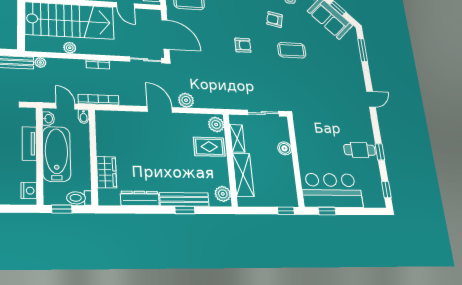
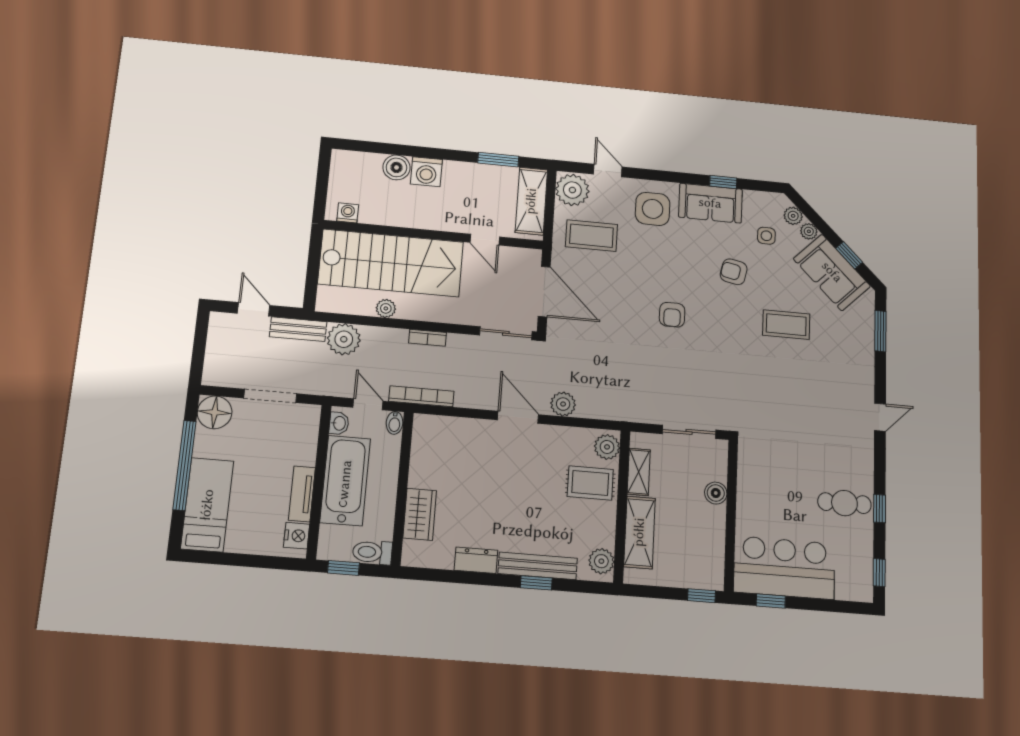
armchair: (243, 45) -> (672, 315), turned 90
coffee table: (292, 50) -> (786, 325), moved
plant: (40, 62) -> (344, 339), width x1.87, depth x1.87
tv unit: (29, 144) -> (302, 494), moved
dresser: (140, 198) -> (476, 560), width x0.70

